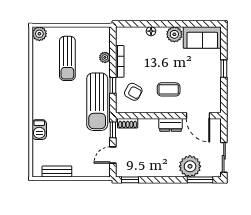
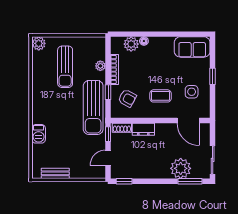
plant: (174, 34) -> (131, 44), moved
side table: (202, 85) -> (192, 92), added
dresser: (171, 125) -> (143, 129), moved

